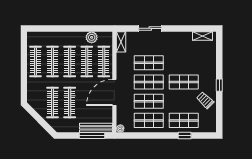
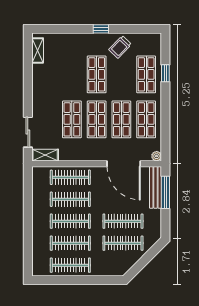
sliding door: (150, 28) -> (28, 132), moved
plant: (92, 37) -> (39, 193), removed
door: (114, 92) -> (124, 164), moved

